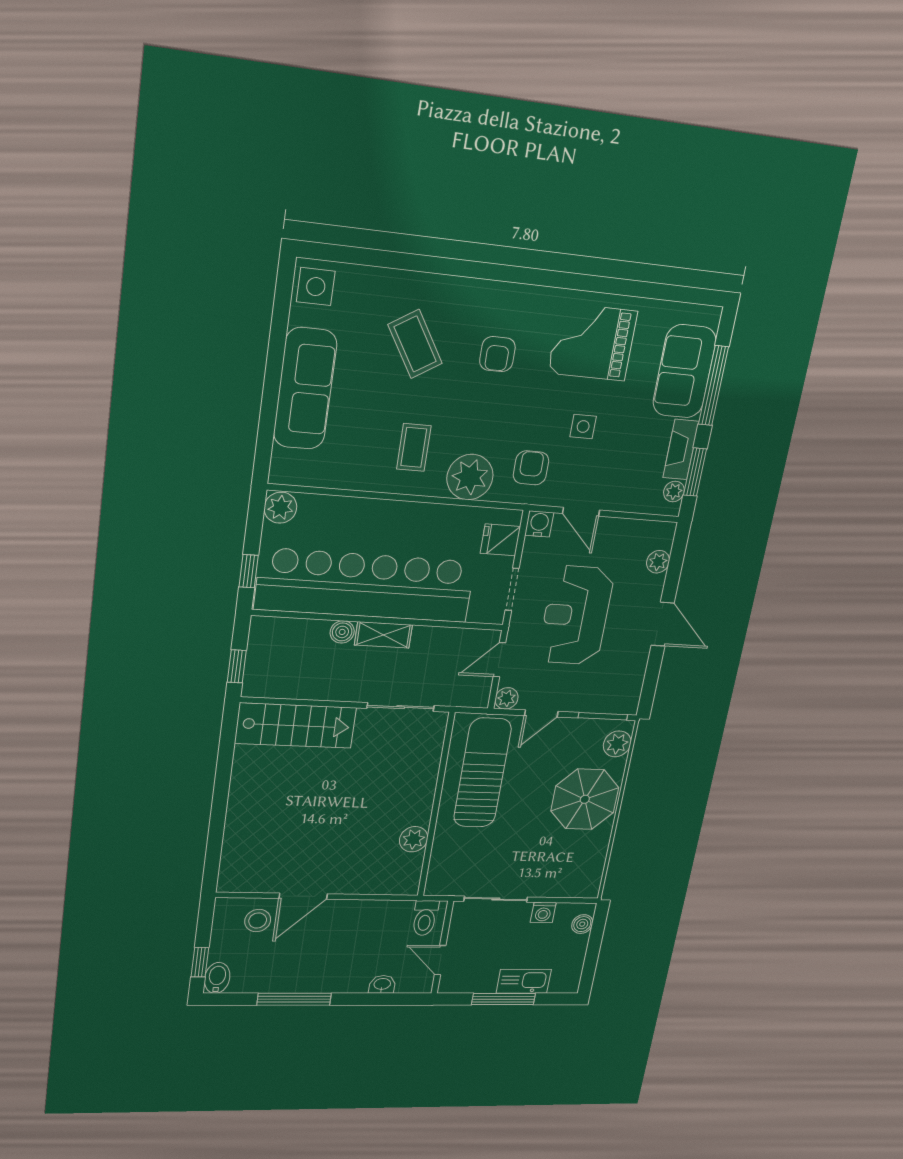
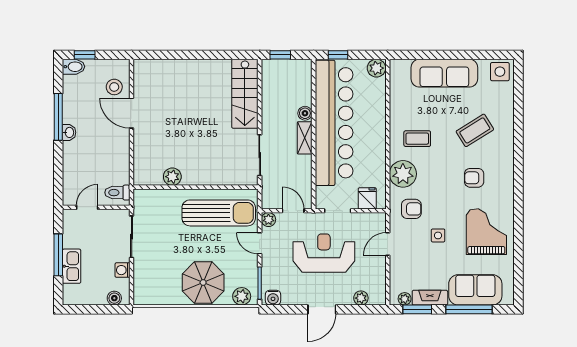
water cooler: (539, 524) -> (273, 298), moved, turned 90
washbasin: (382, 984) -> (69, 132), moved

